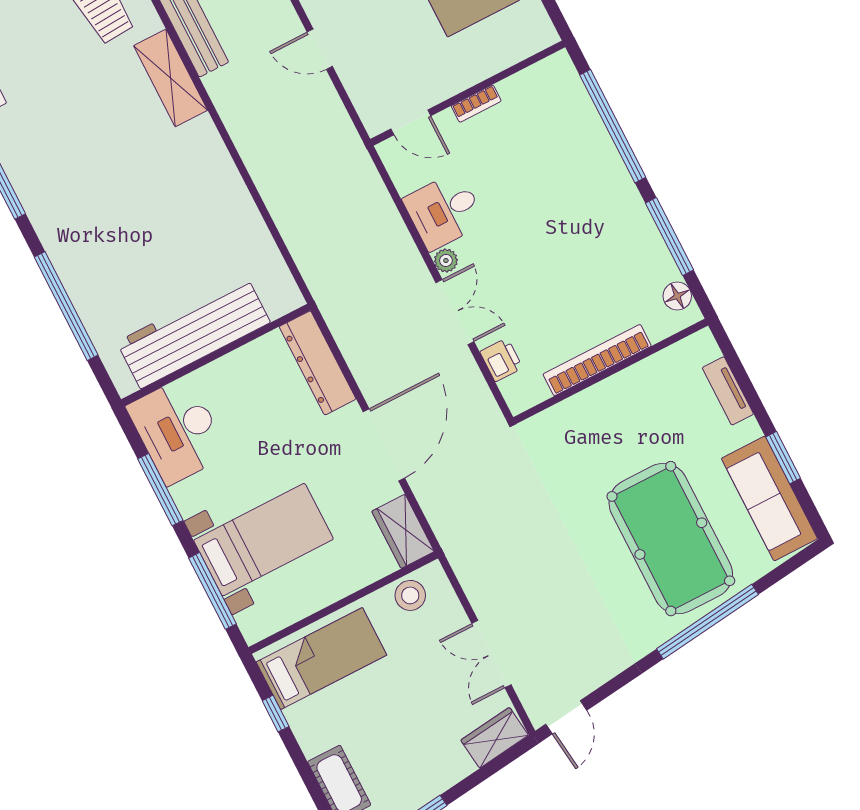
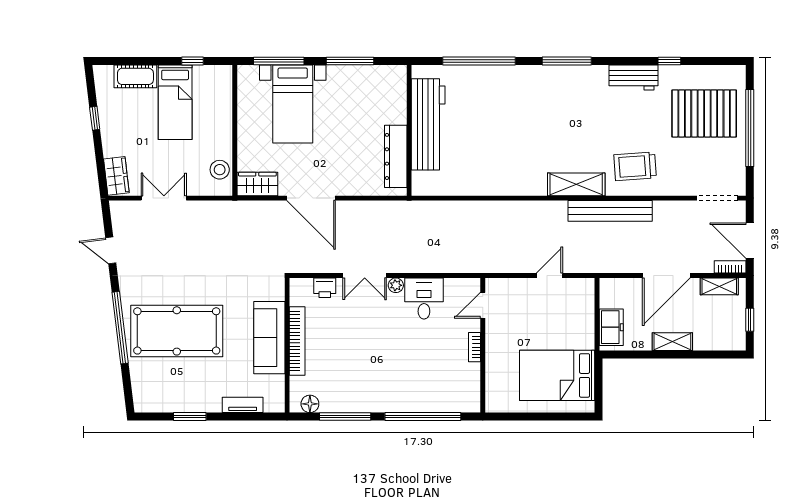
dresser: (318, 363) -> (396, 156), moved, turned -90
desk: (178, 430) -> (378, 87), removed
sofa: (769, 499) -> (269, 338), moved, turned -90
bed: (321, 659) -> (175, 102), moved
door: (566, 717) -> (111, 250), moved

